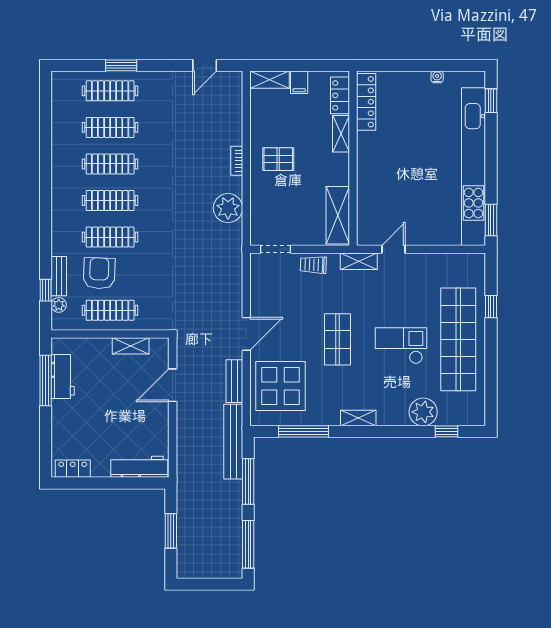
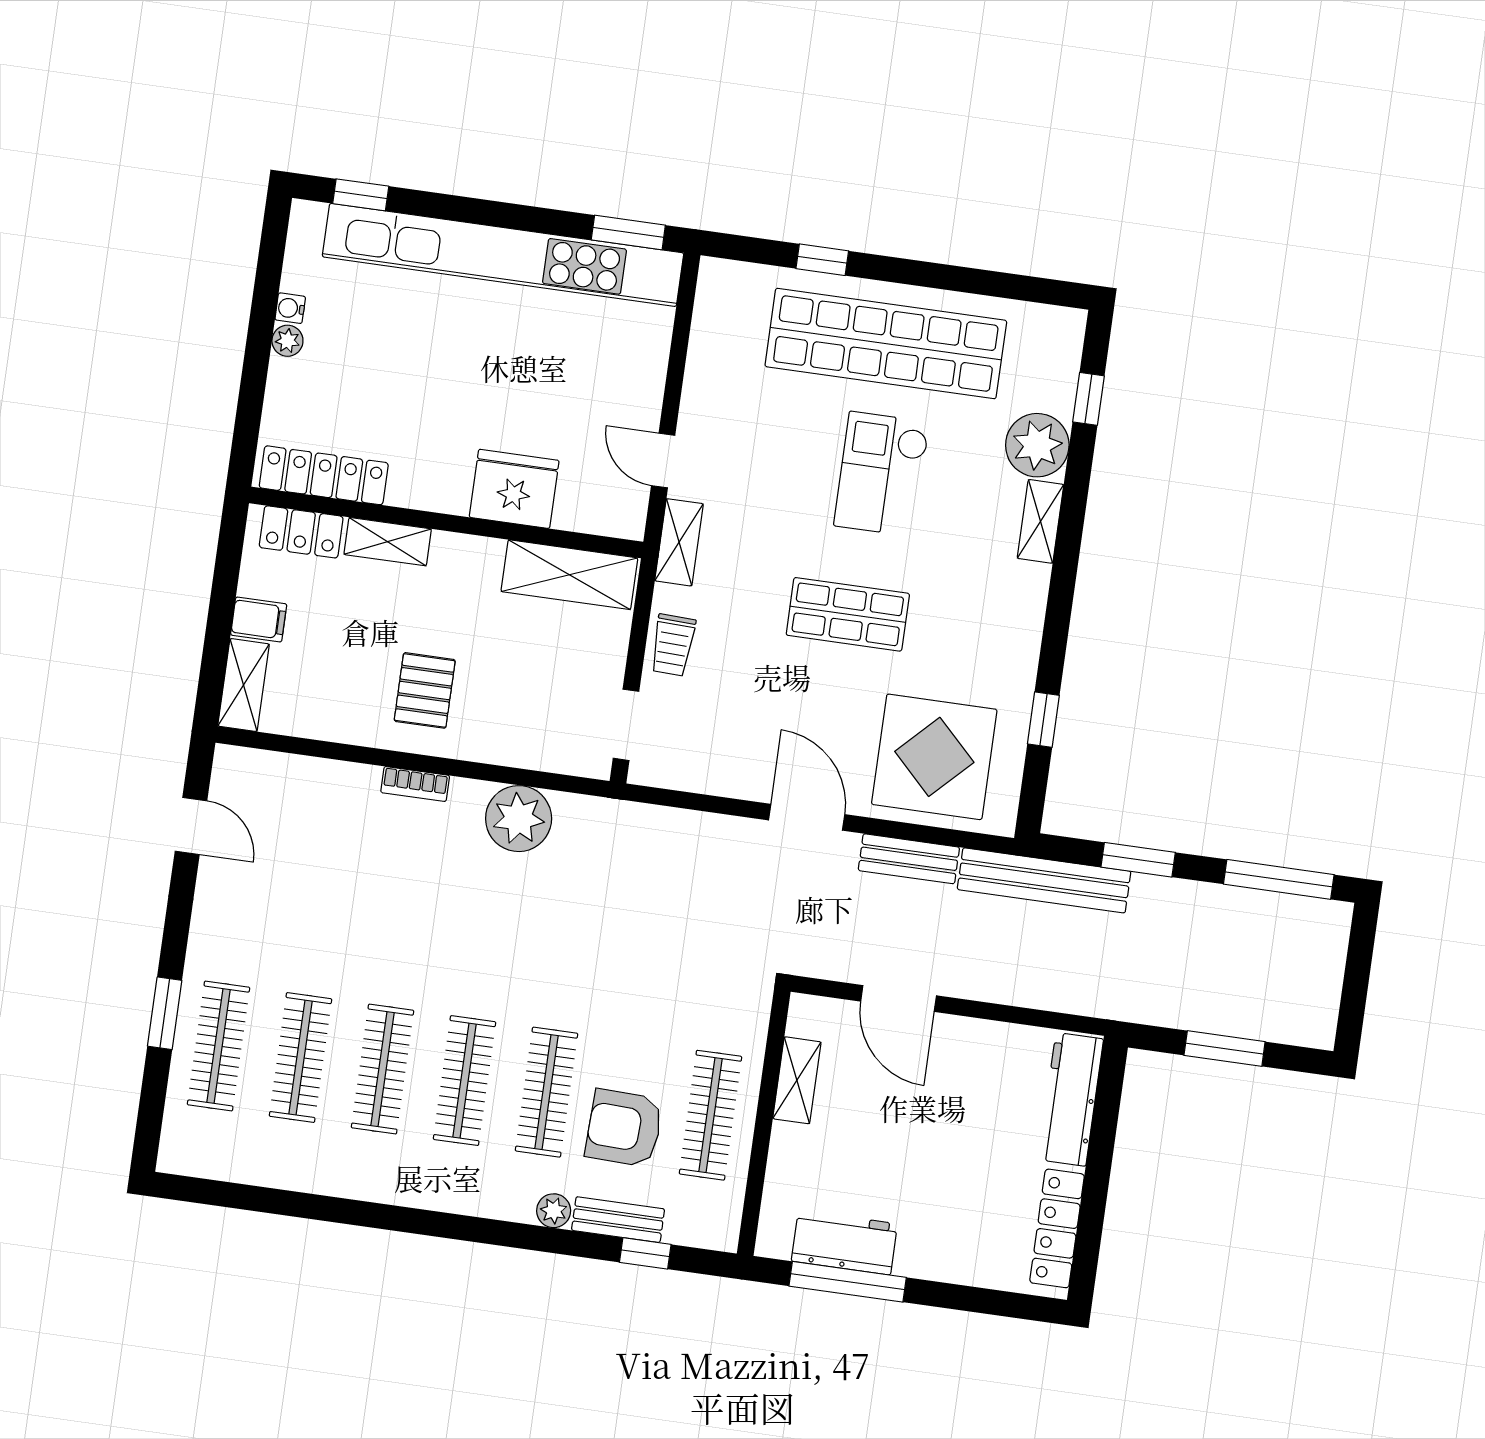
plant: (423, 78) -> (287, 341), added
fridge: (372, 186) -> (514, 489), added
plant: (59, 305) -> (554, 1211), moved
shelving: (358, 418) -> (1040, 521), moved
window: (304, 431) -> (1043, 720), width x0.46
locker: (73, 469) -> (1057, 1228), width x1.53
window: (248, 482) -> (1138, 860), width x0.69

